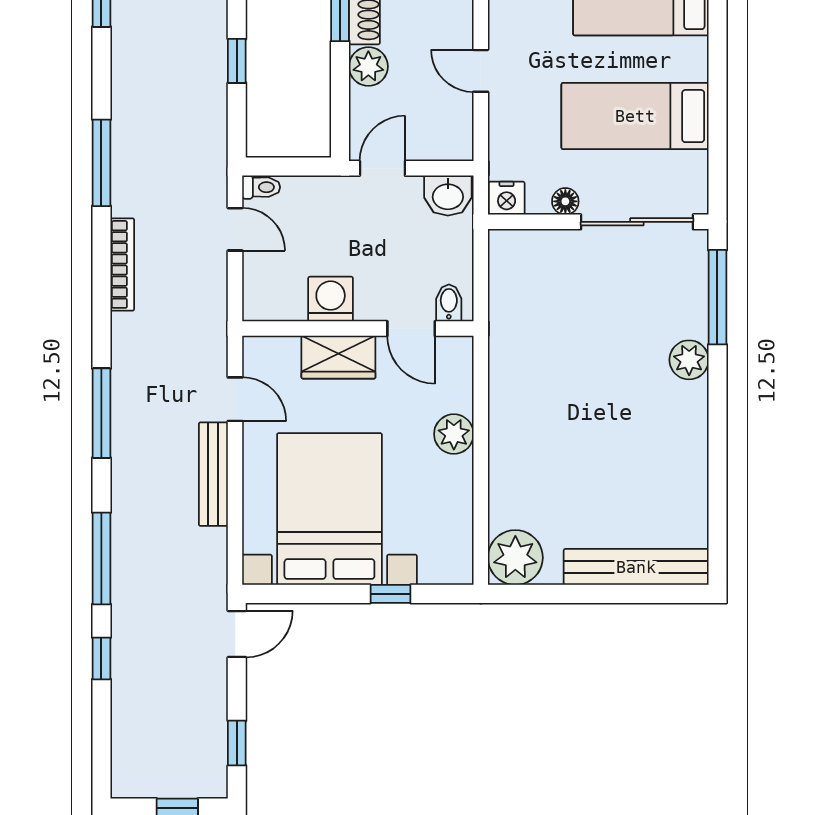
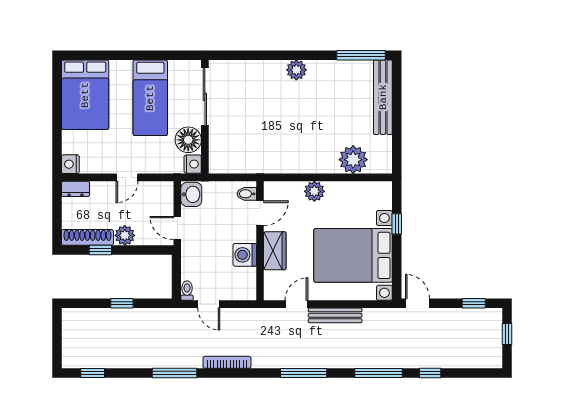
floor lamp: (565, 201) -> (188, 140), width x1.89, depth x1.89
door: (235, 229) -> (209, 304), swing flipped
window: (717, 297) -> (361, 55), moved
plant: (689, 360) -> (296, 70), moved
plant: (515, 558) -> (353, 160), moved

